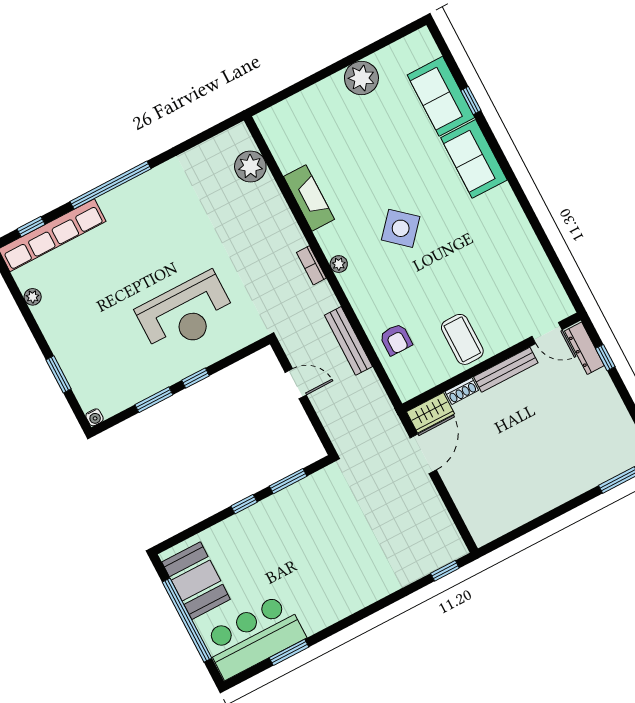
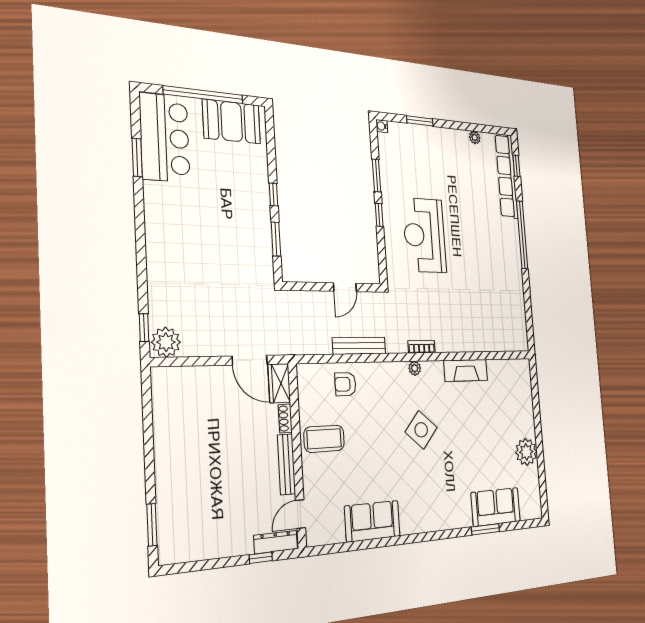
window: (471, 100) -> (485, 529), width x1.50
sofa: (474, 159) -> (372, 521), moved
plant: (250, 166) -> (166, 342), moved

